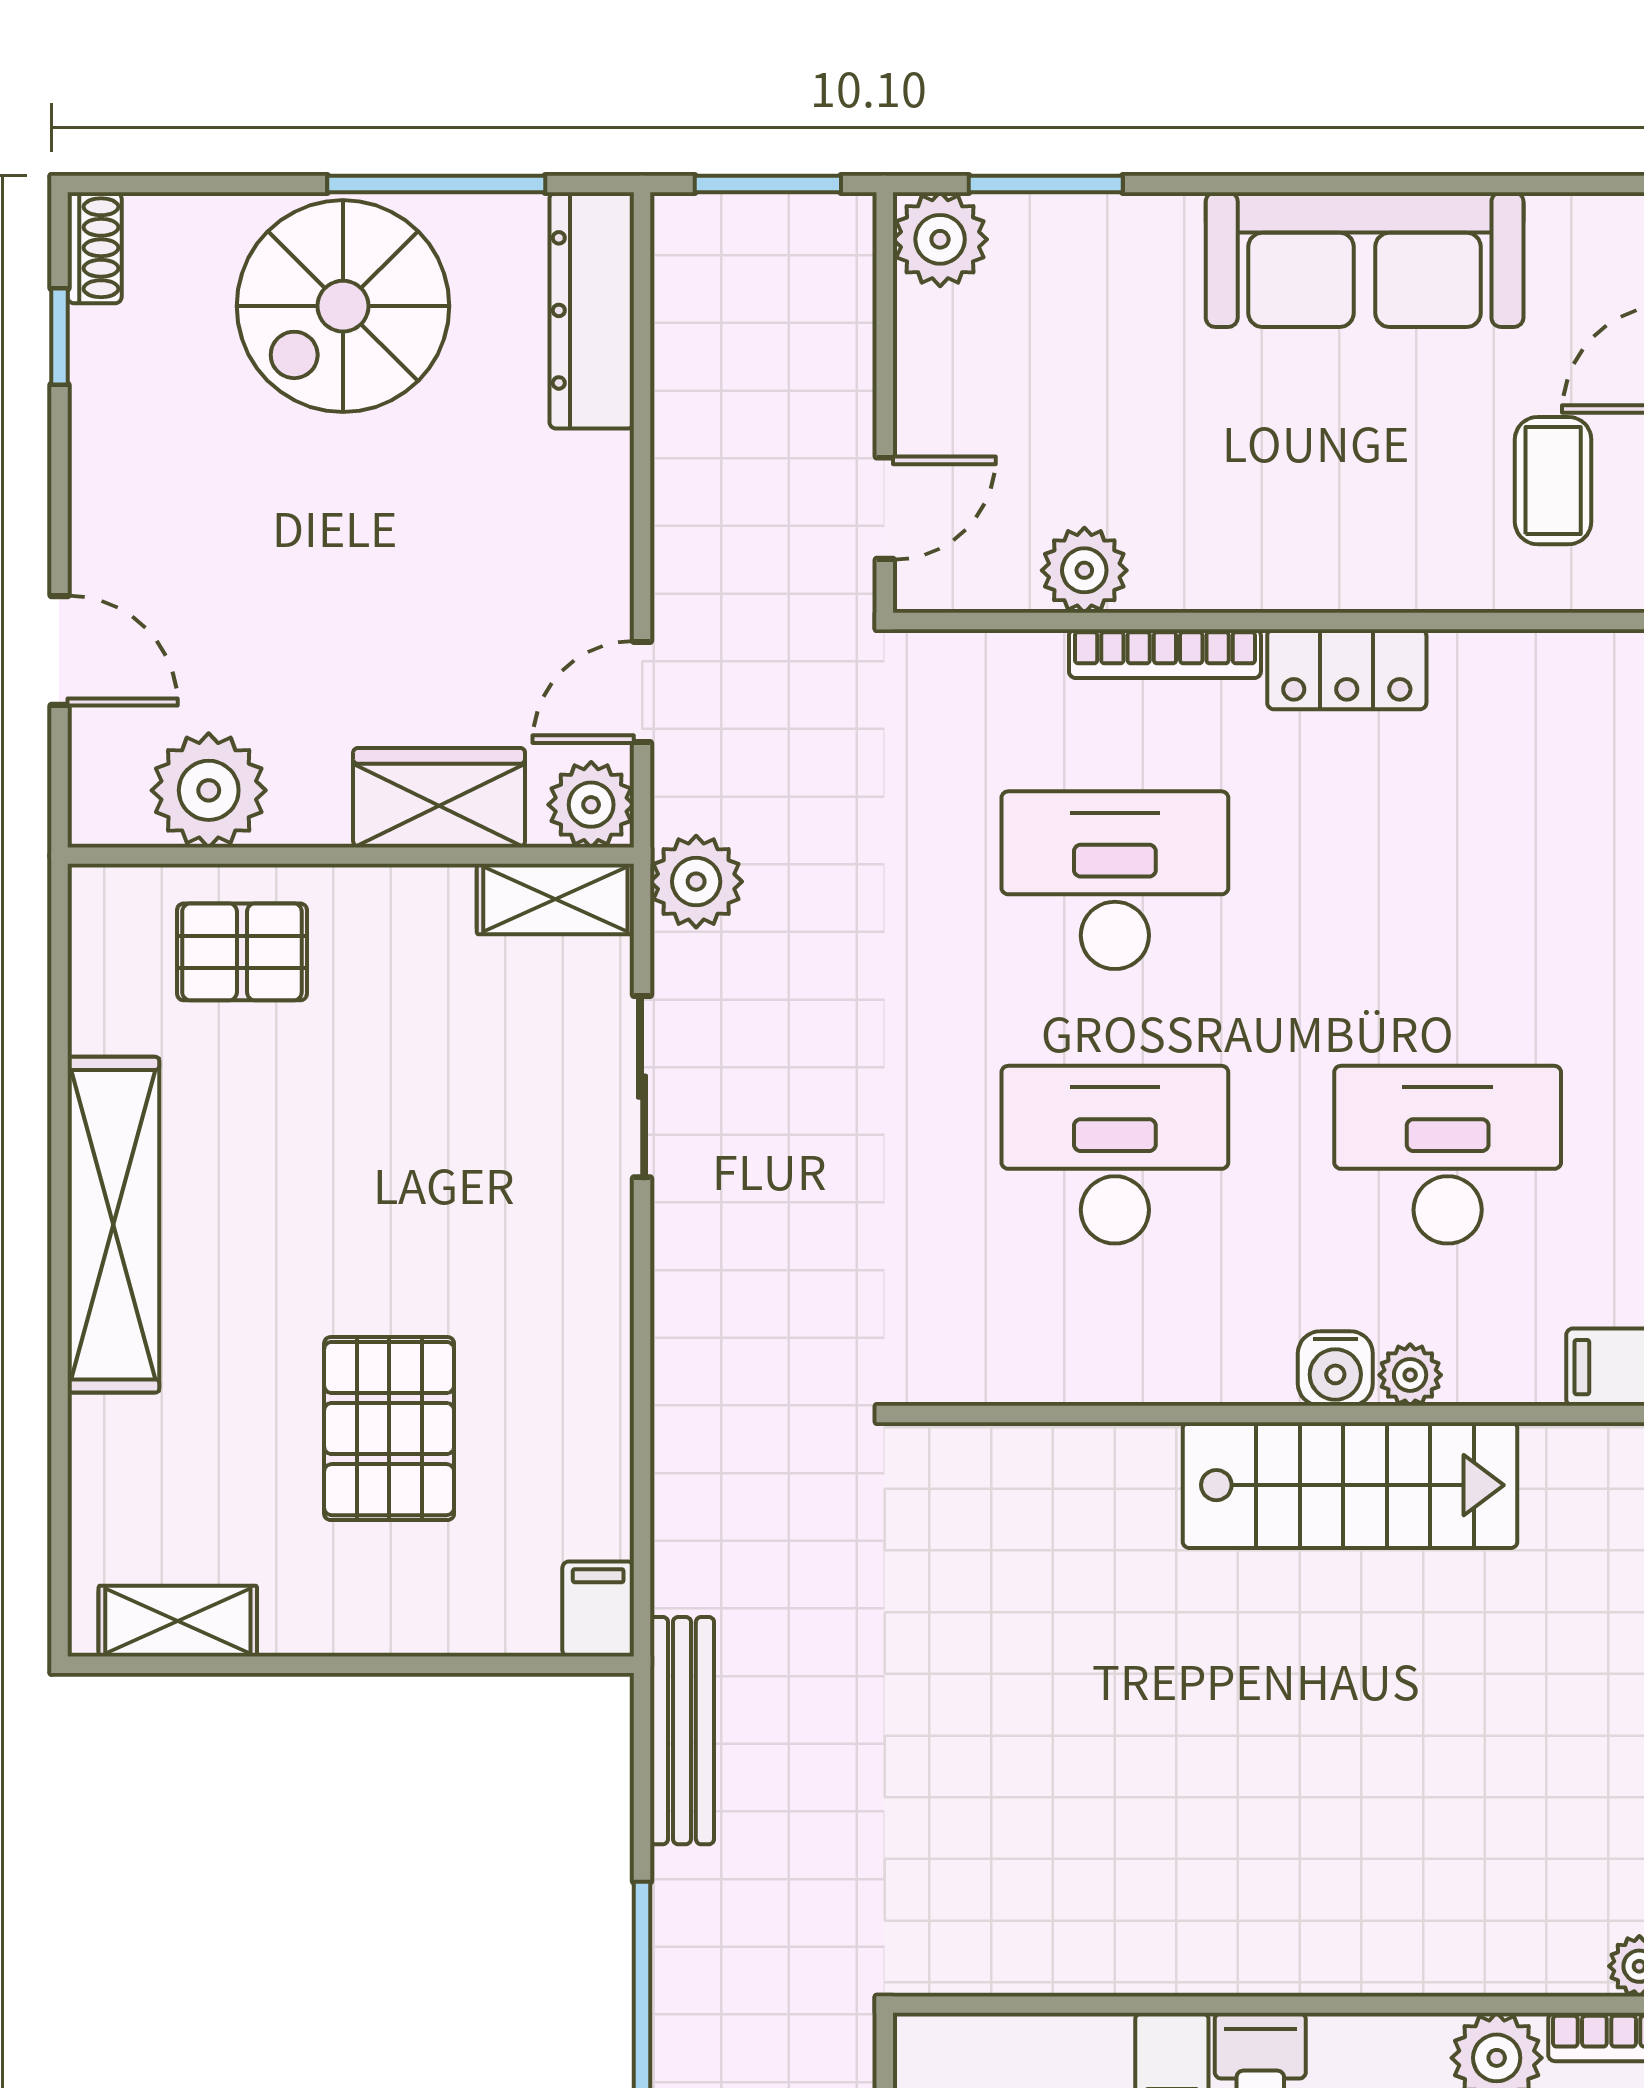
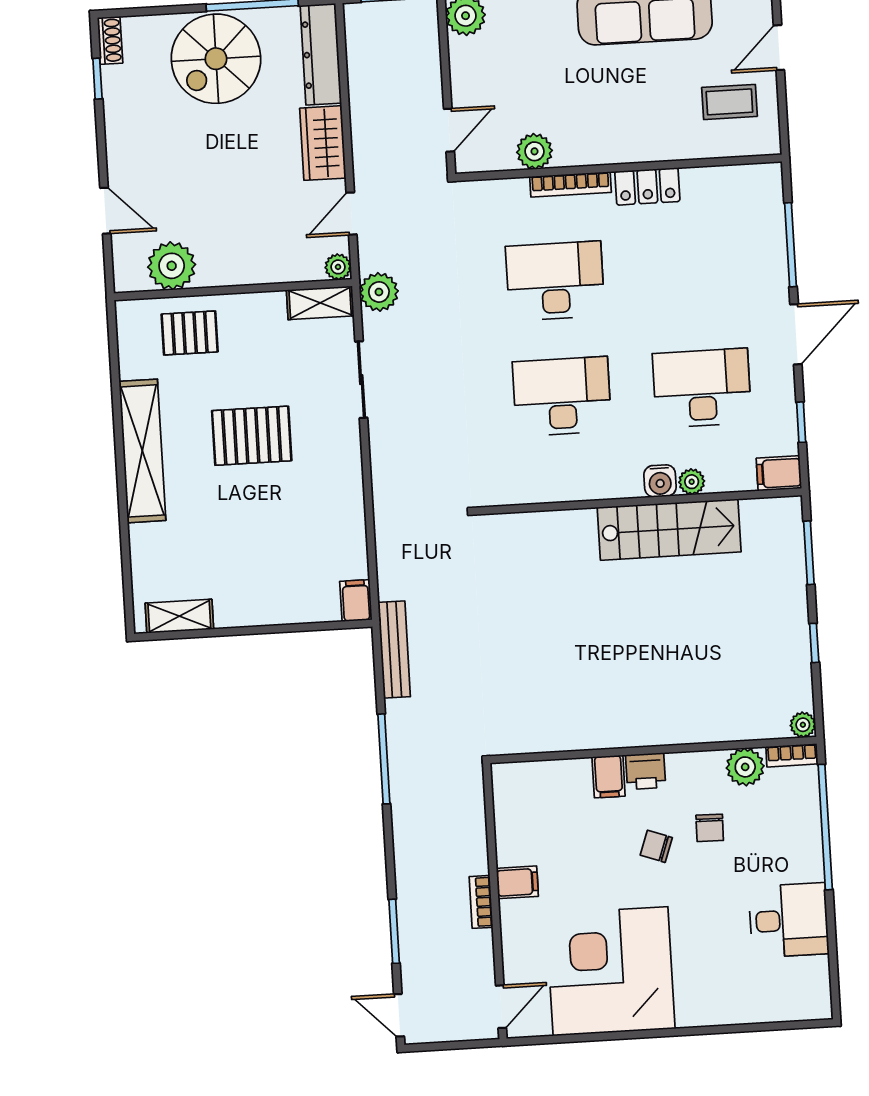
coffee table: (1553, 481) -> (729, 102), turned 90
wardrobe: (439, 798) -> (323, 143), moved, turned -90
plant: (591, 805) -> (338, 267), width x0.73, depth x0.73
pallet: (389, 1429) -> (252, 436), moved, turned 90

